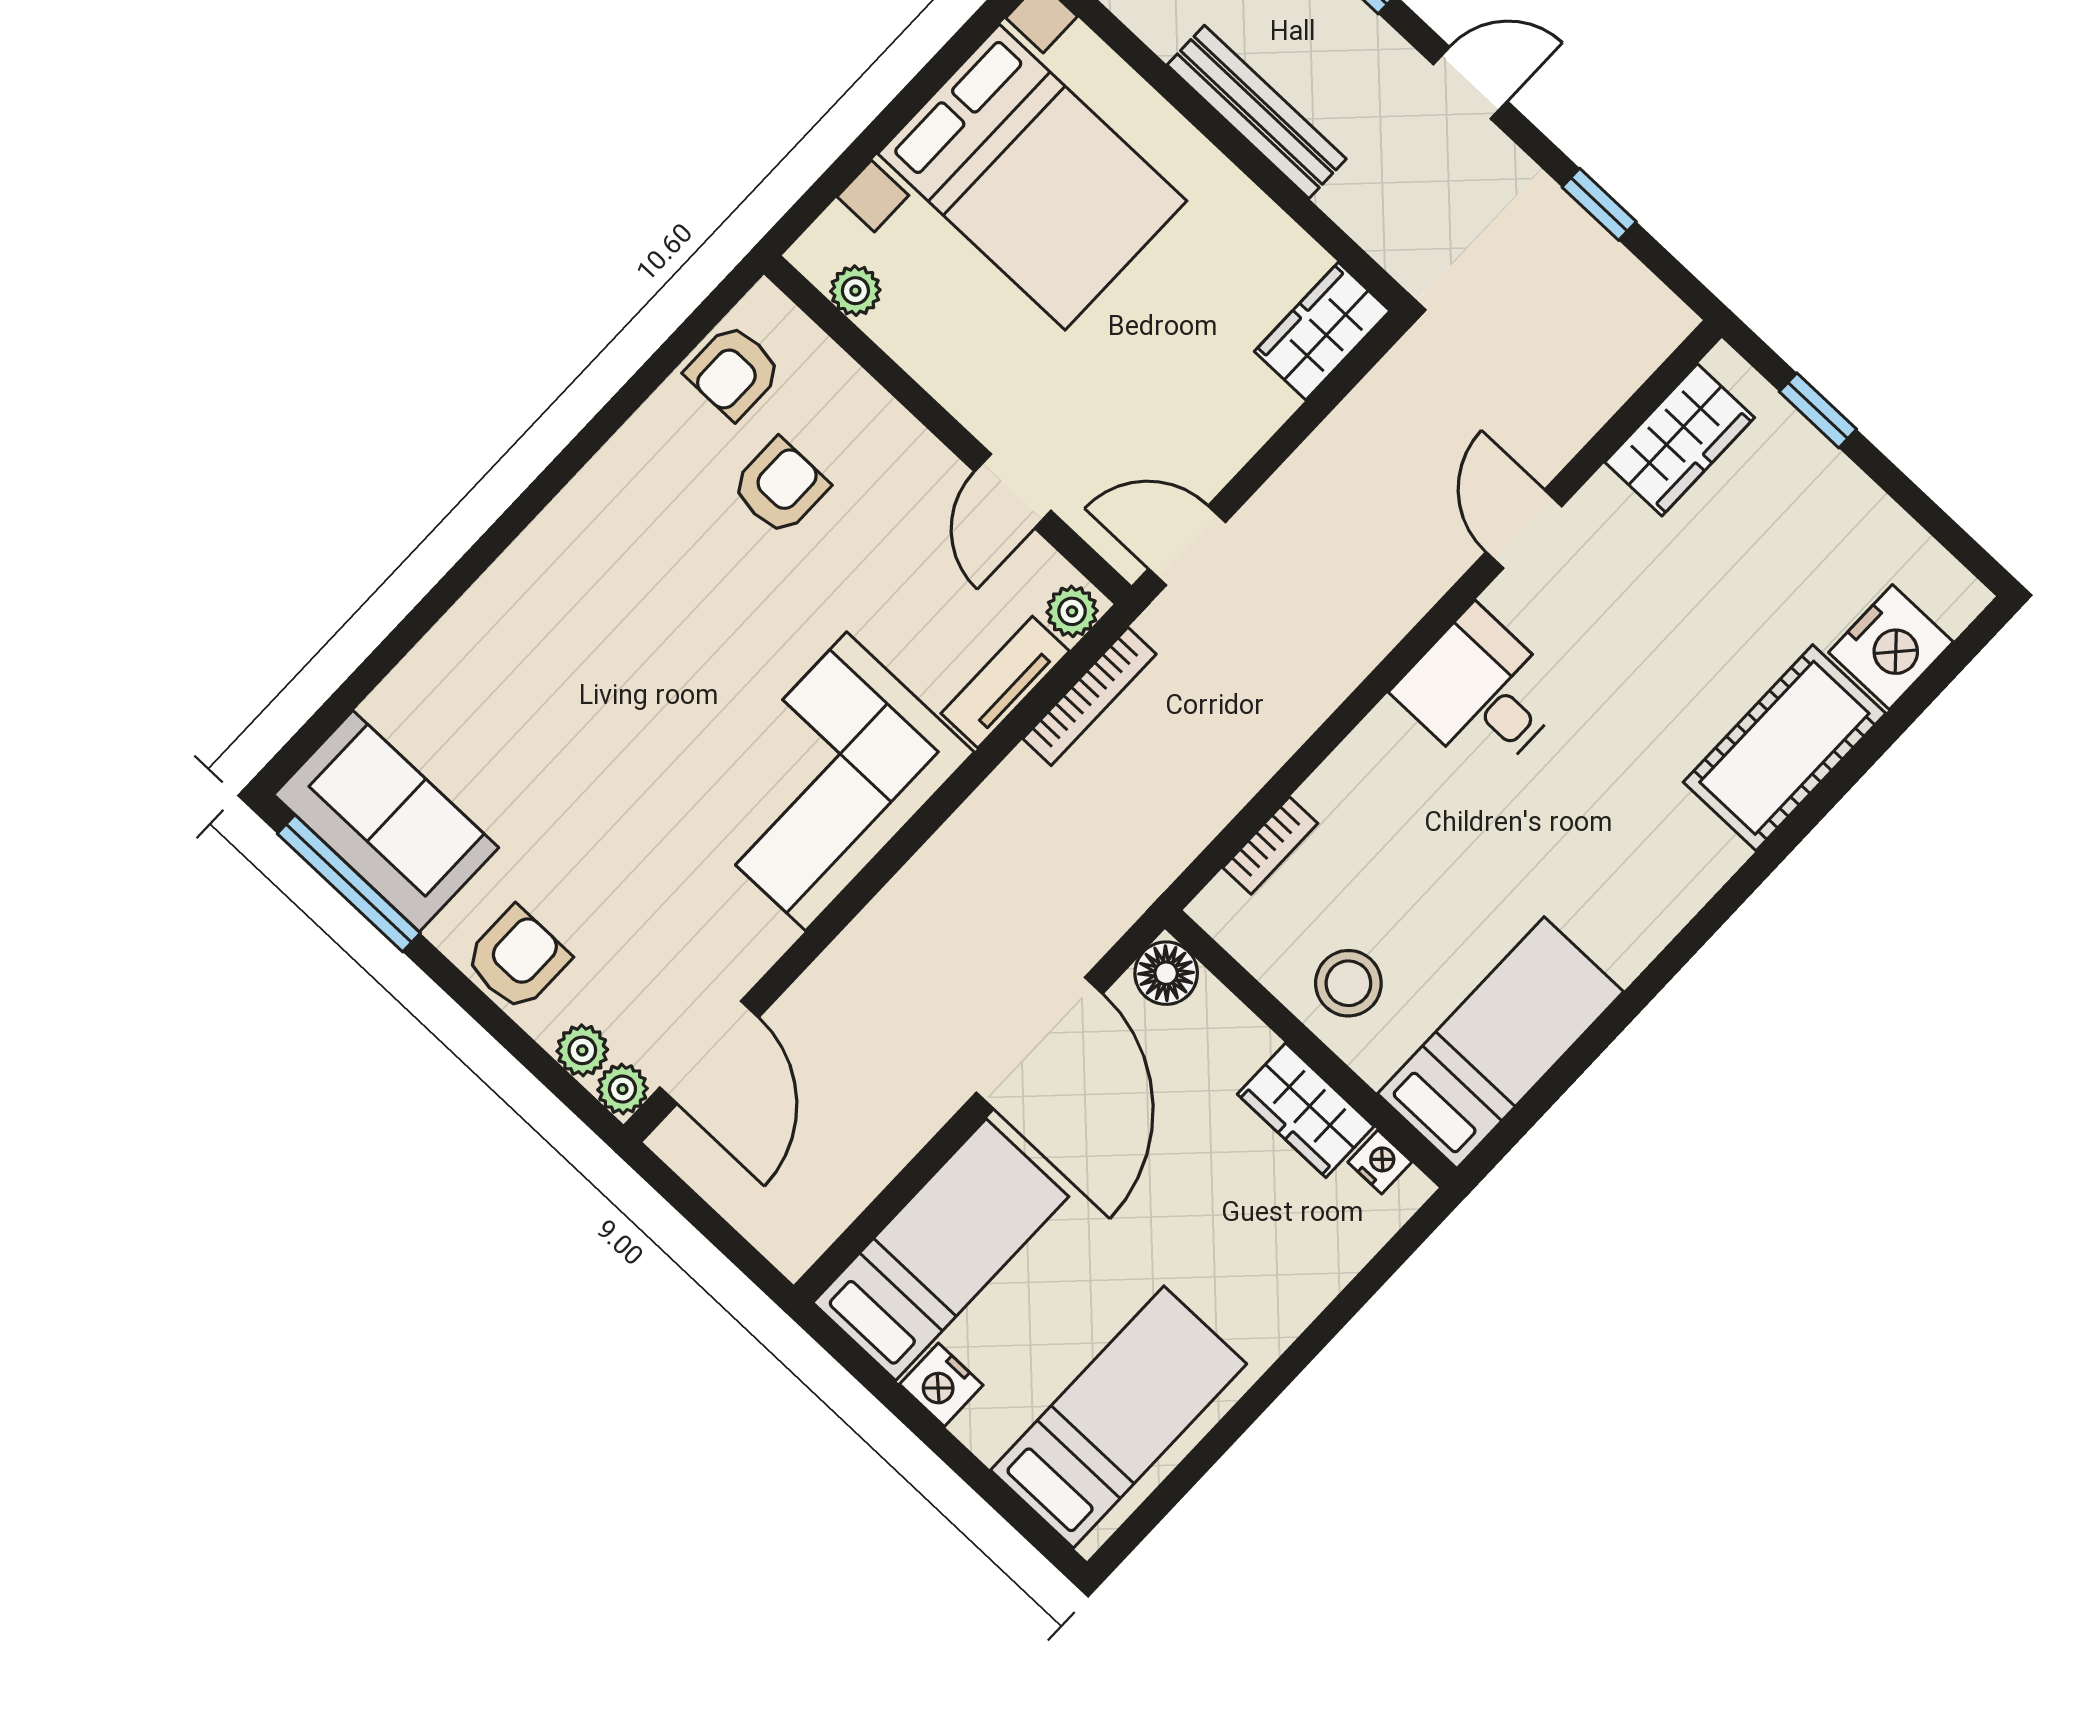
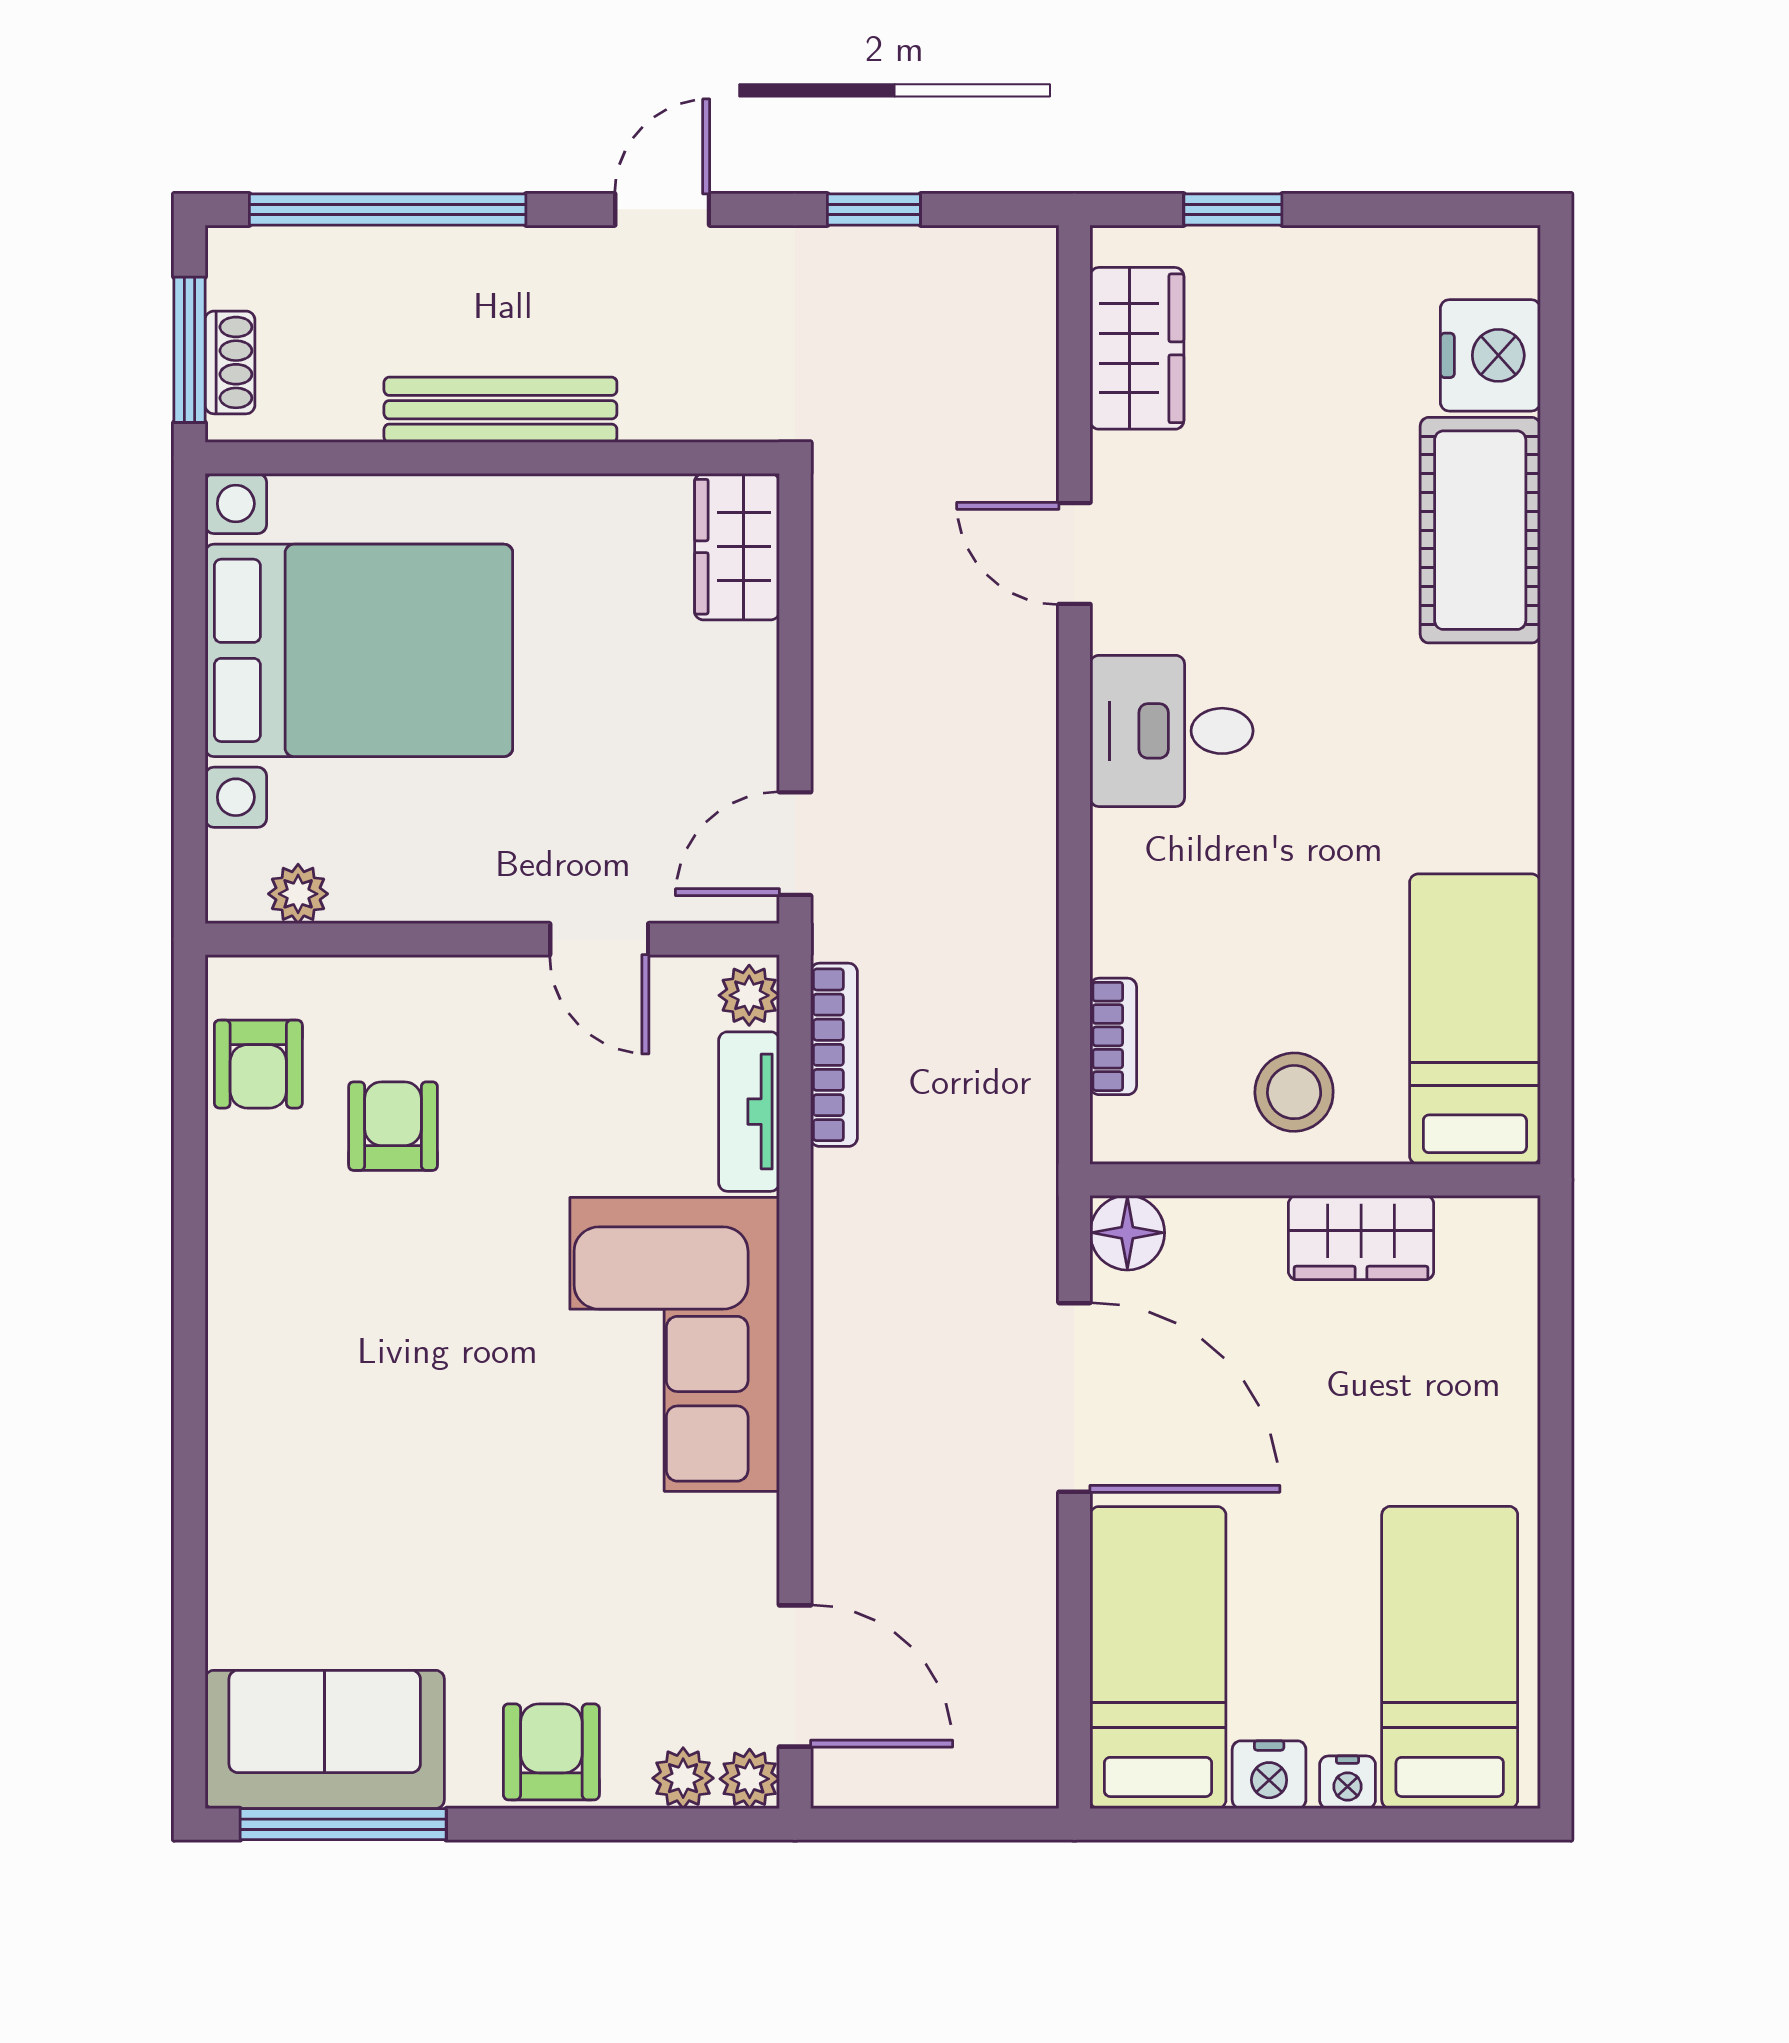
nightstand: (1380, 1162) -> (1348, 1782), moved, turned 180

